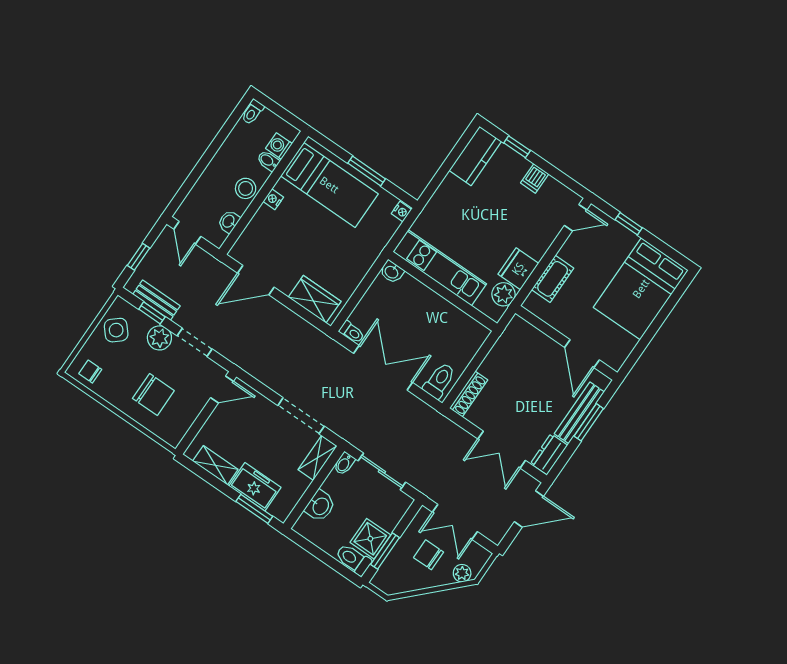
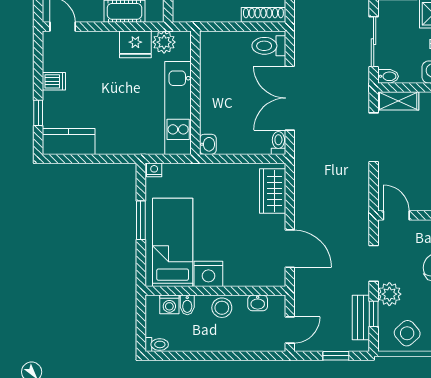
nightstand: (273, 199) -> (208, 274), width x1.89, depth x1.79

